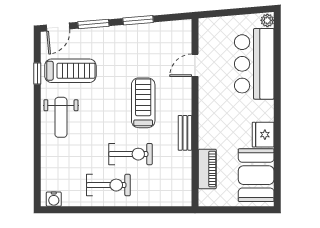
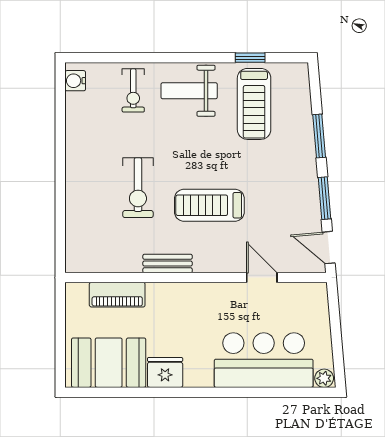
door: (58, 27) -> (329, 248), moved
treadmill: (143, 103) -> (209, 205), turned 180
exercise bike: (108, 185) -> (133, 90), moved, width x0.73, depth x0.72

